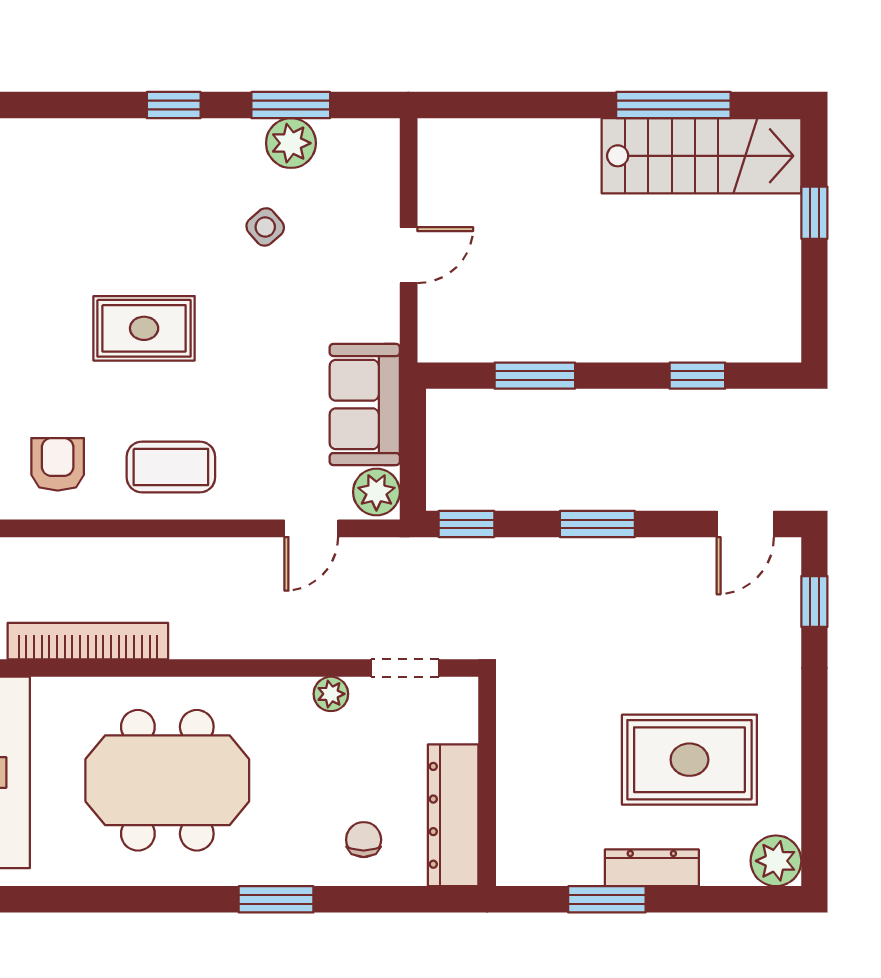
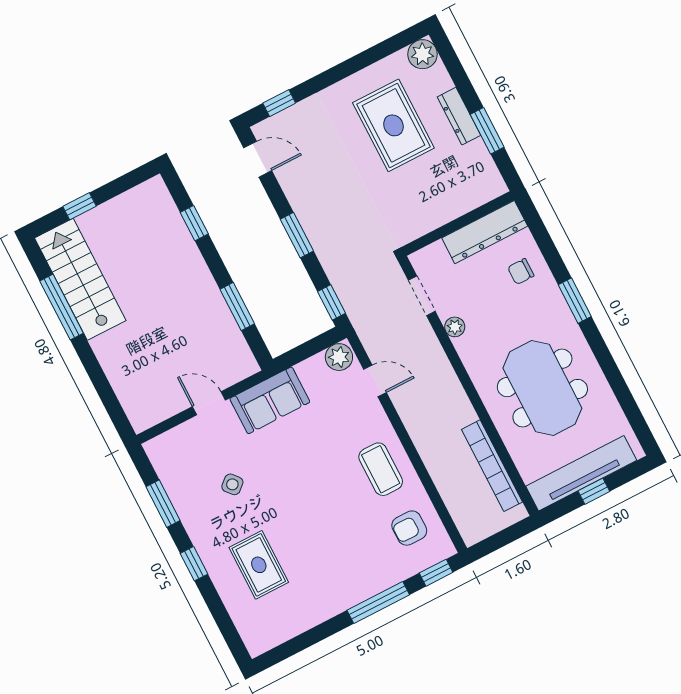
plant: (291, 143) -> (182, 493), removed
rug: (144, 328) -> (259, 565), moved
sofa: (365, 405) -> (270, 400), moved

